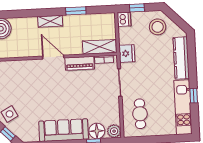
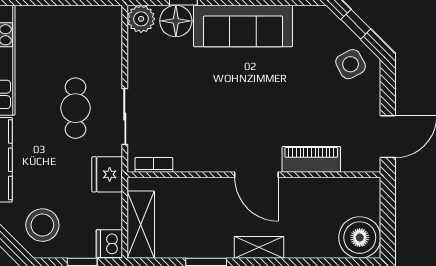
shelving: (99, 47) -> (141, 225), moved, turned 90
piano: (80, 63) -> (311, 159), moved
cafe table: (140, 114) -> (75, 108), moved

